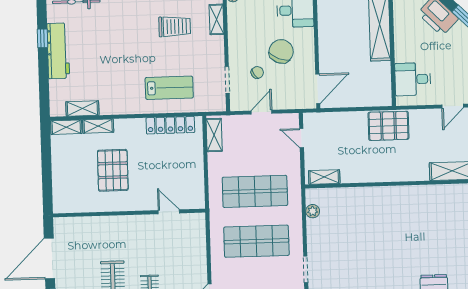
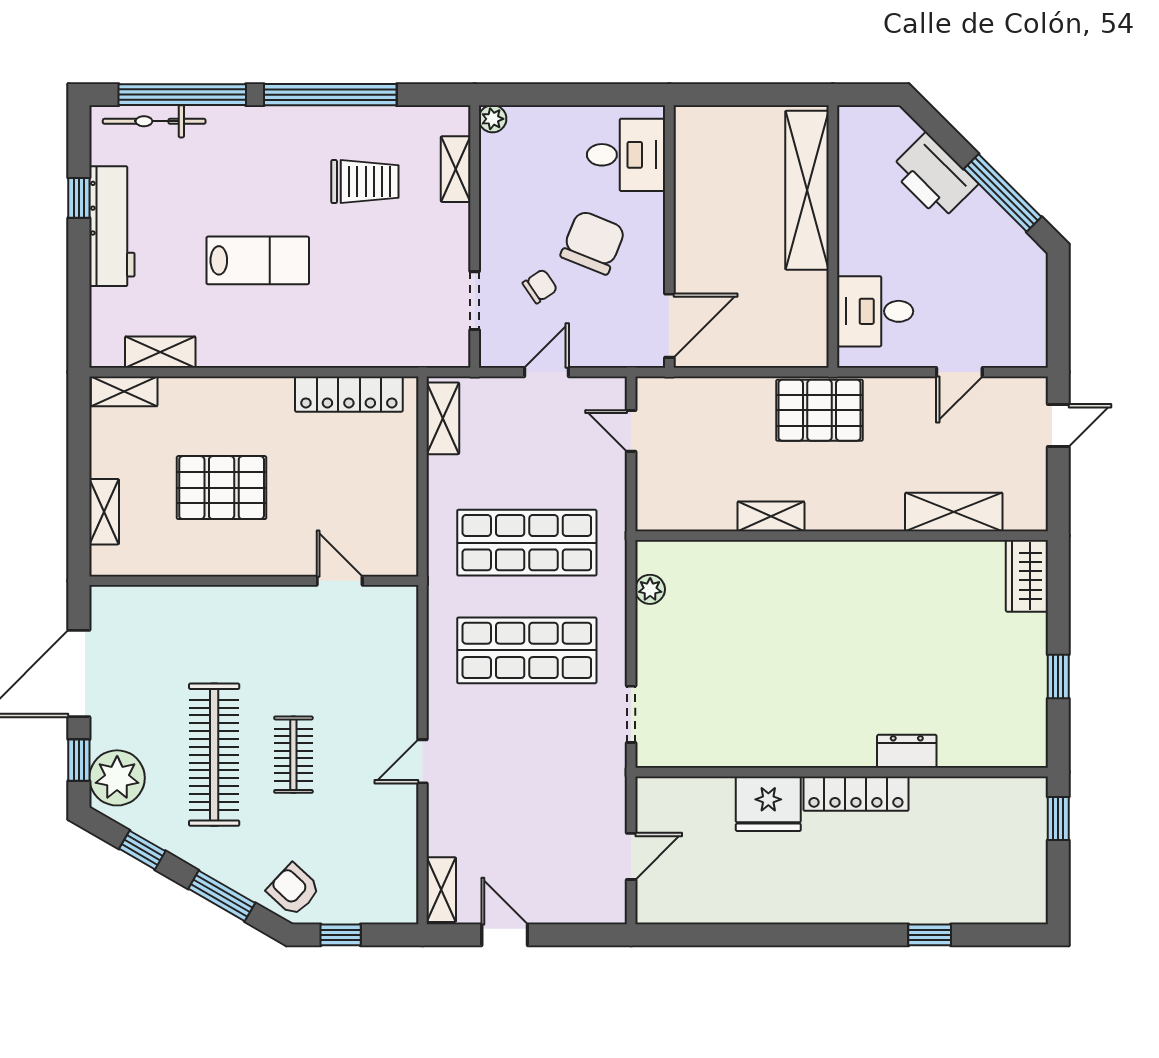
lab bench: (169, 88) -> (258, 260), moved
shelving: (98, 126) -> (104, 512), moved, turned 90
pallet: (113, 170) -> (222, 488), turned 90
shelving: (324, 177) -> (771, 516), moved

